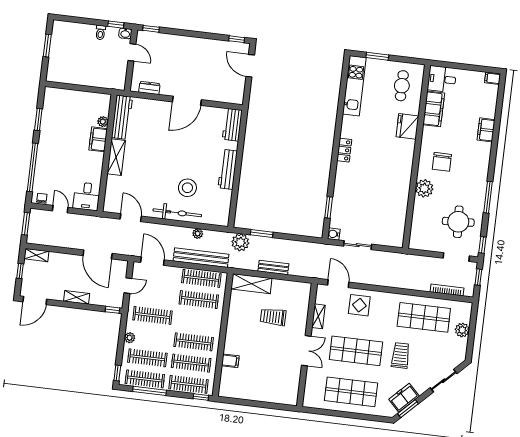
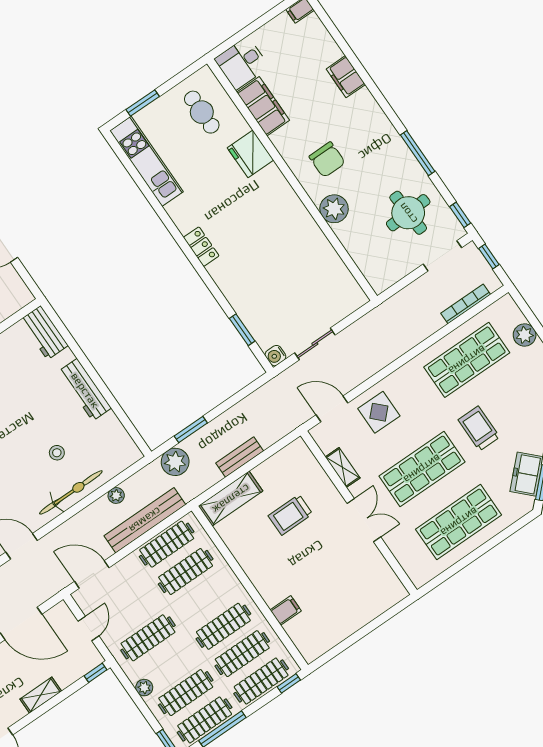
stool: (187, 188) -> (57, 453), width x0.53, depth x0.53

